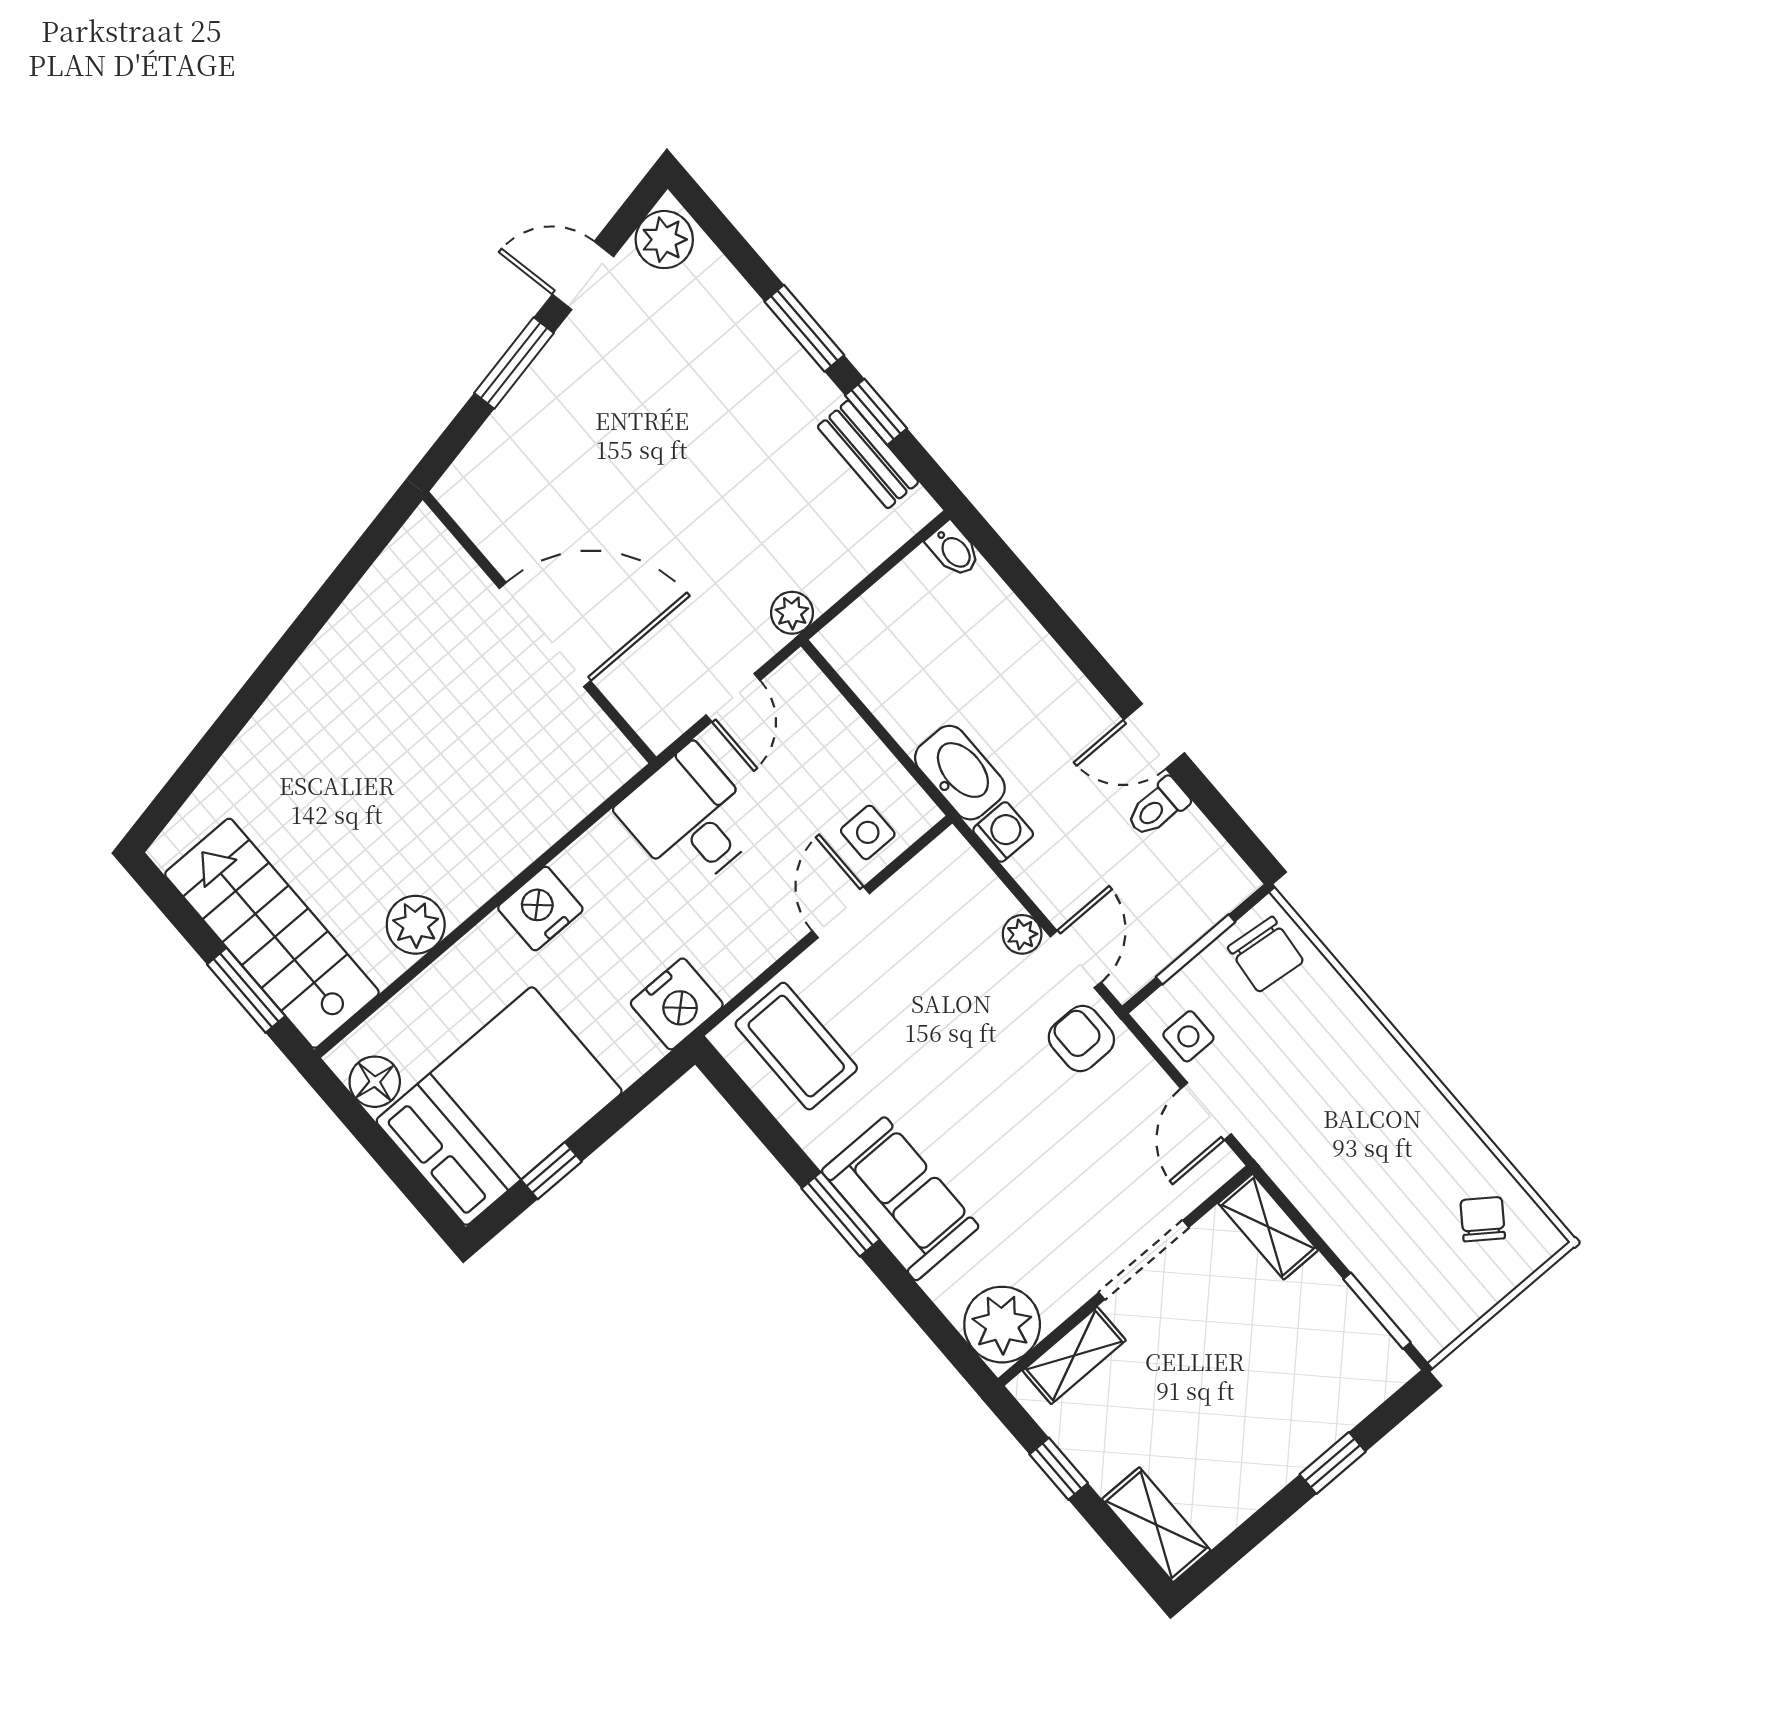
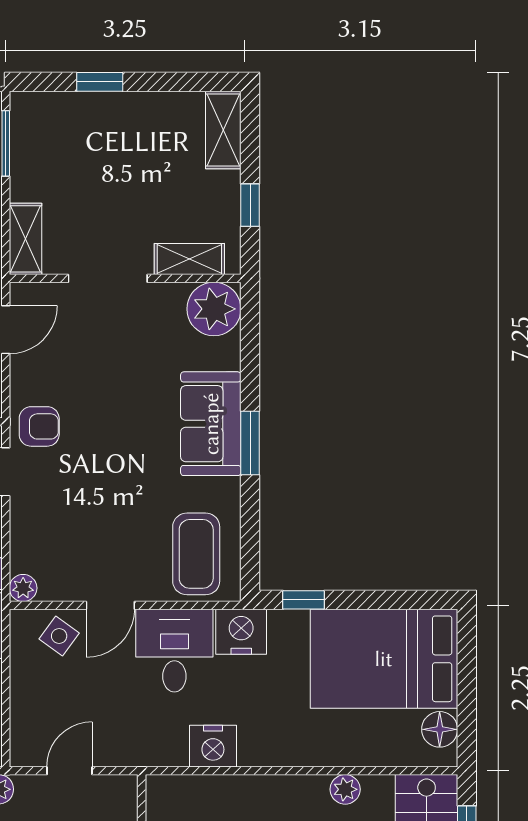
desk: (690, 818) -> (174, 651), moved, turned 180
side table: (868, 832) -> (59, 636), turned 36
nightstand: (540, 909) -> (213, 746), moved
plant: (416, 925) -> (345, 789), width x0.73, depth x0.73
plant: (1022, 934) -> (23, 588), moved
armchair: (1081, 1038) -> (39, 426), turned -90
window: (551, 1171) -> (304, 600), moved

